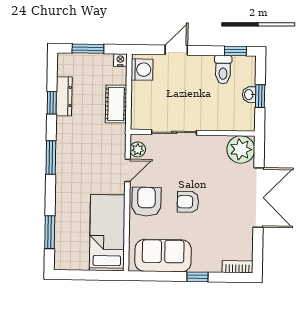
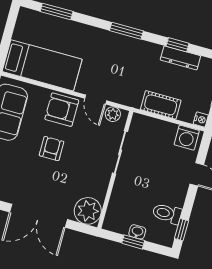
armchair: (146, 202) -> (62, 110), turned 180

